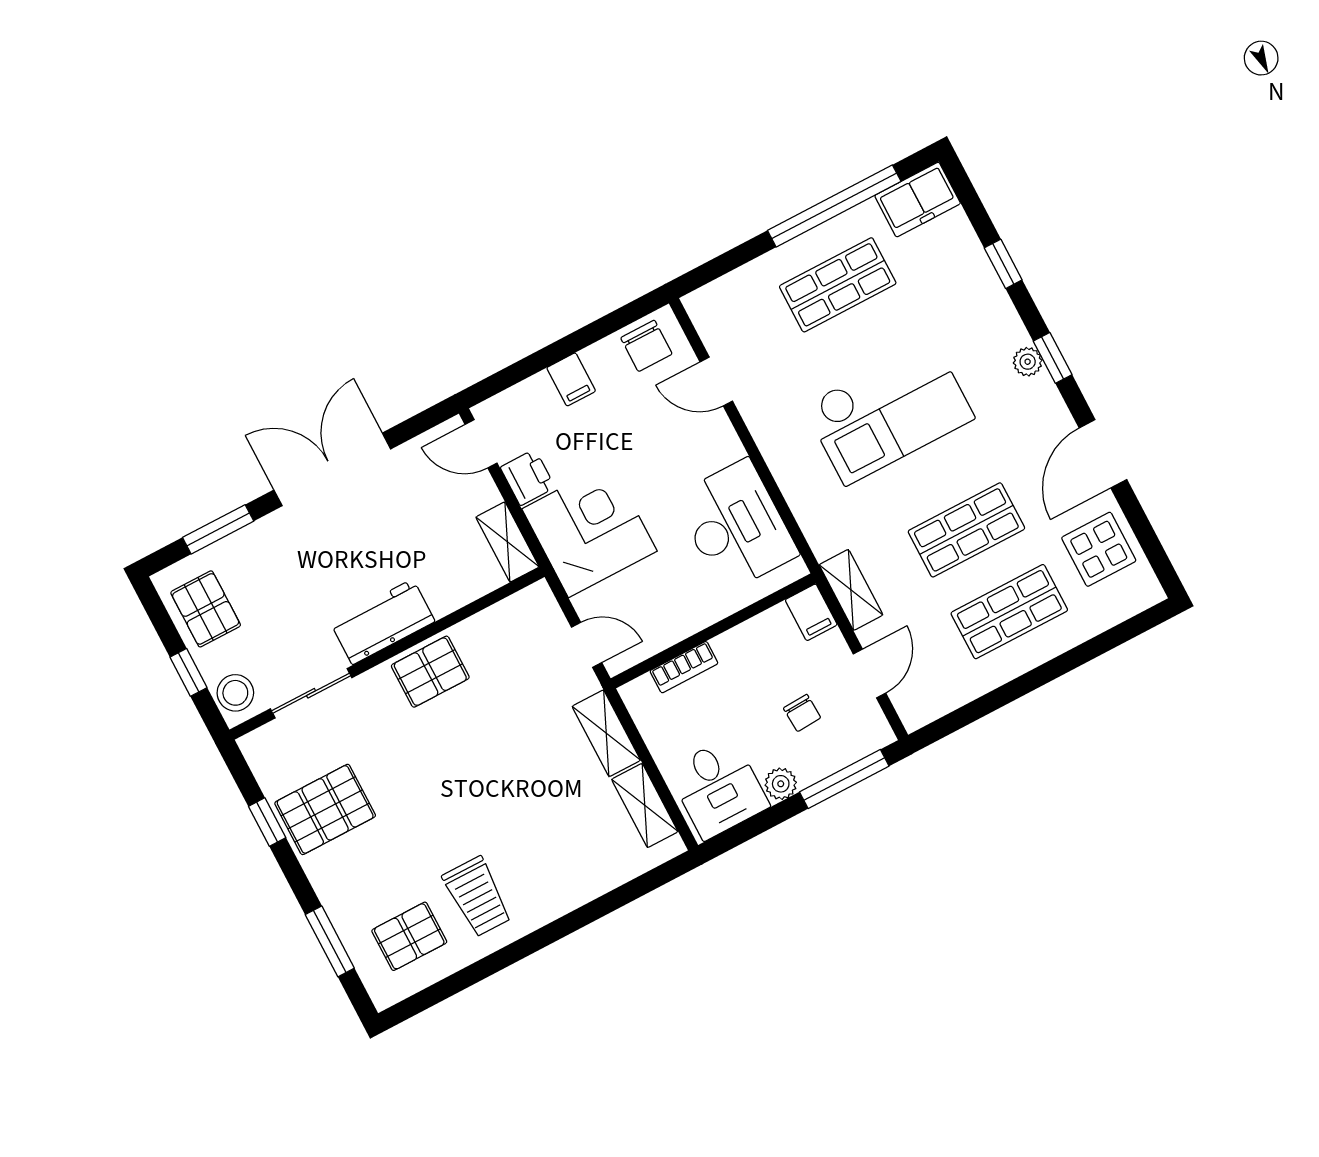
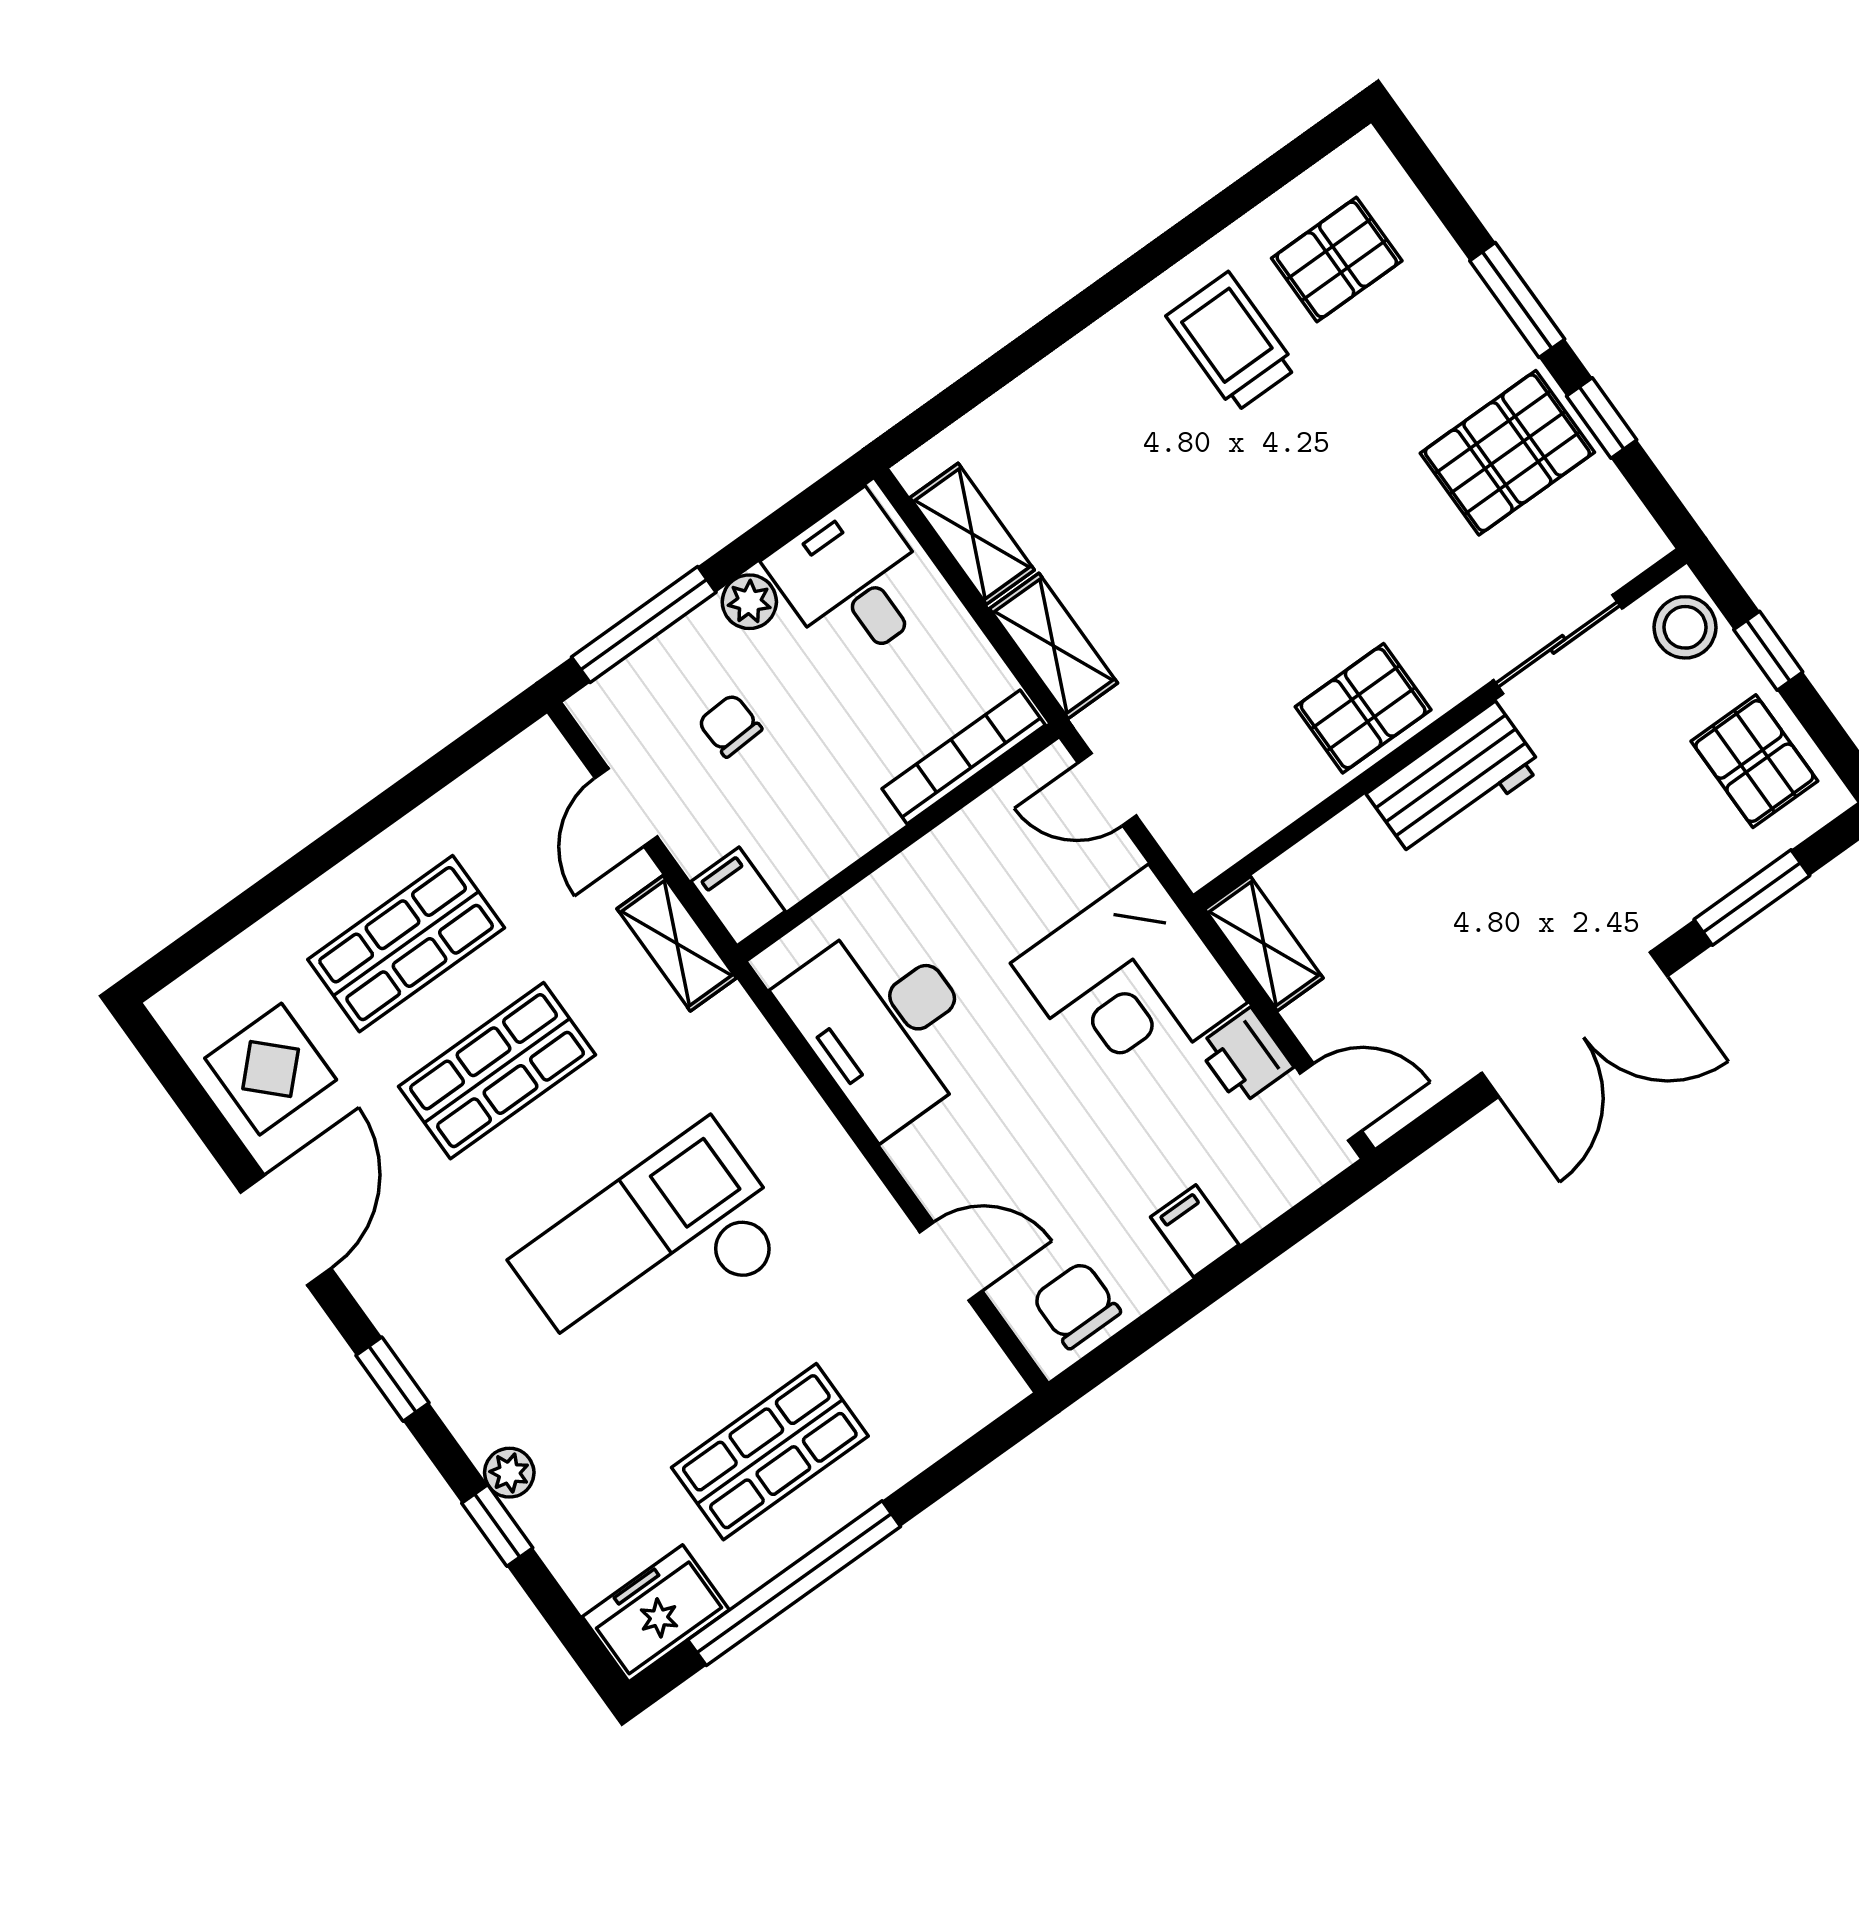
plant: (1028, 362) -> (509, 1473), moved
bookcase: (684, 667) -> (964, 757), width x1.56
window: (330, 941) -> (1517, 300), moved

